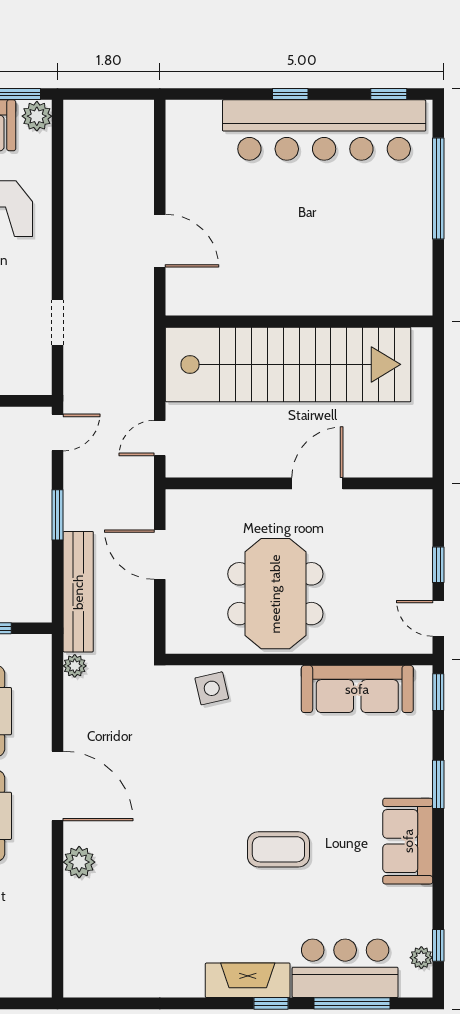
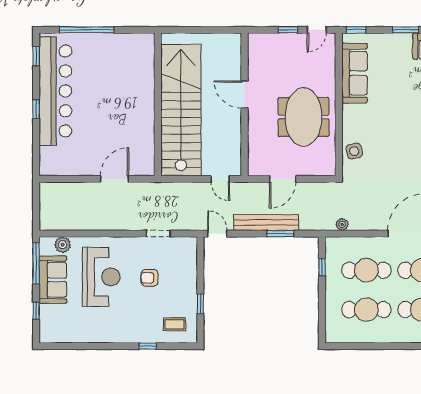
plant: (37, 116) -> (63, 245), moved
window: (57, 515) -> (281, 234), moved
bench: (78, 592) -> (266, 223), moved
meeting table: (275, 594) -> (304, 117), turned 90

